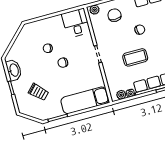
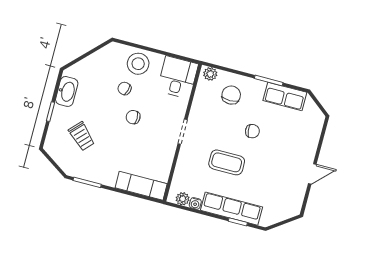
stool: (47, 29) -> (138, 64), added
exam couch: (85, 100) -> (141, 186), width x0.73, depth x0.69

